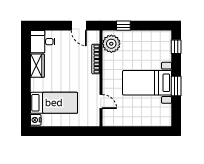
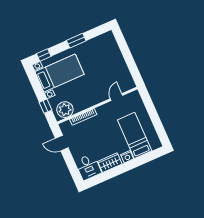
door: (79, 26) -> (62, 143), swing flipped
bed with nightstands: (147, 83) -> (60, 73), moved, turned -90
nightstand: (36, 120) -> (127, 157), moved

